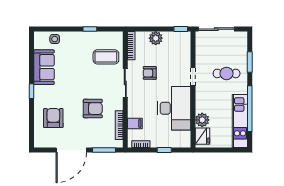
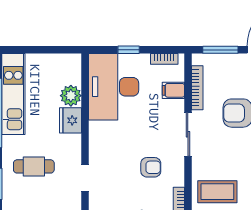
doorway: (193, 77) -> (85, 178), moved
sliding door: (125, 83) -> (188, 134), moved
desk: (174, 108) -> (114, 87), moved
fridge: (202, 136) -> (70, 120), moved

